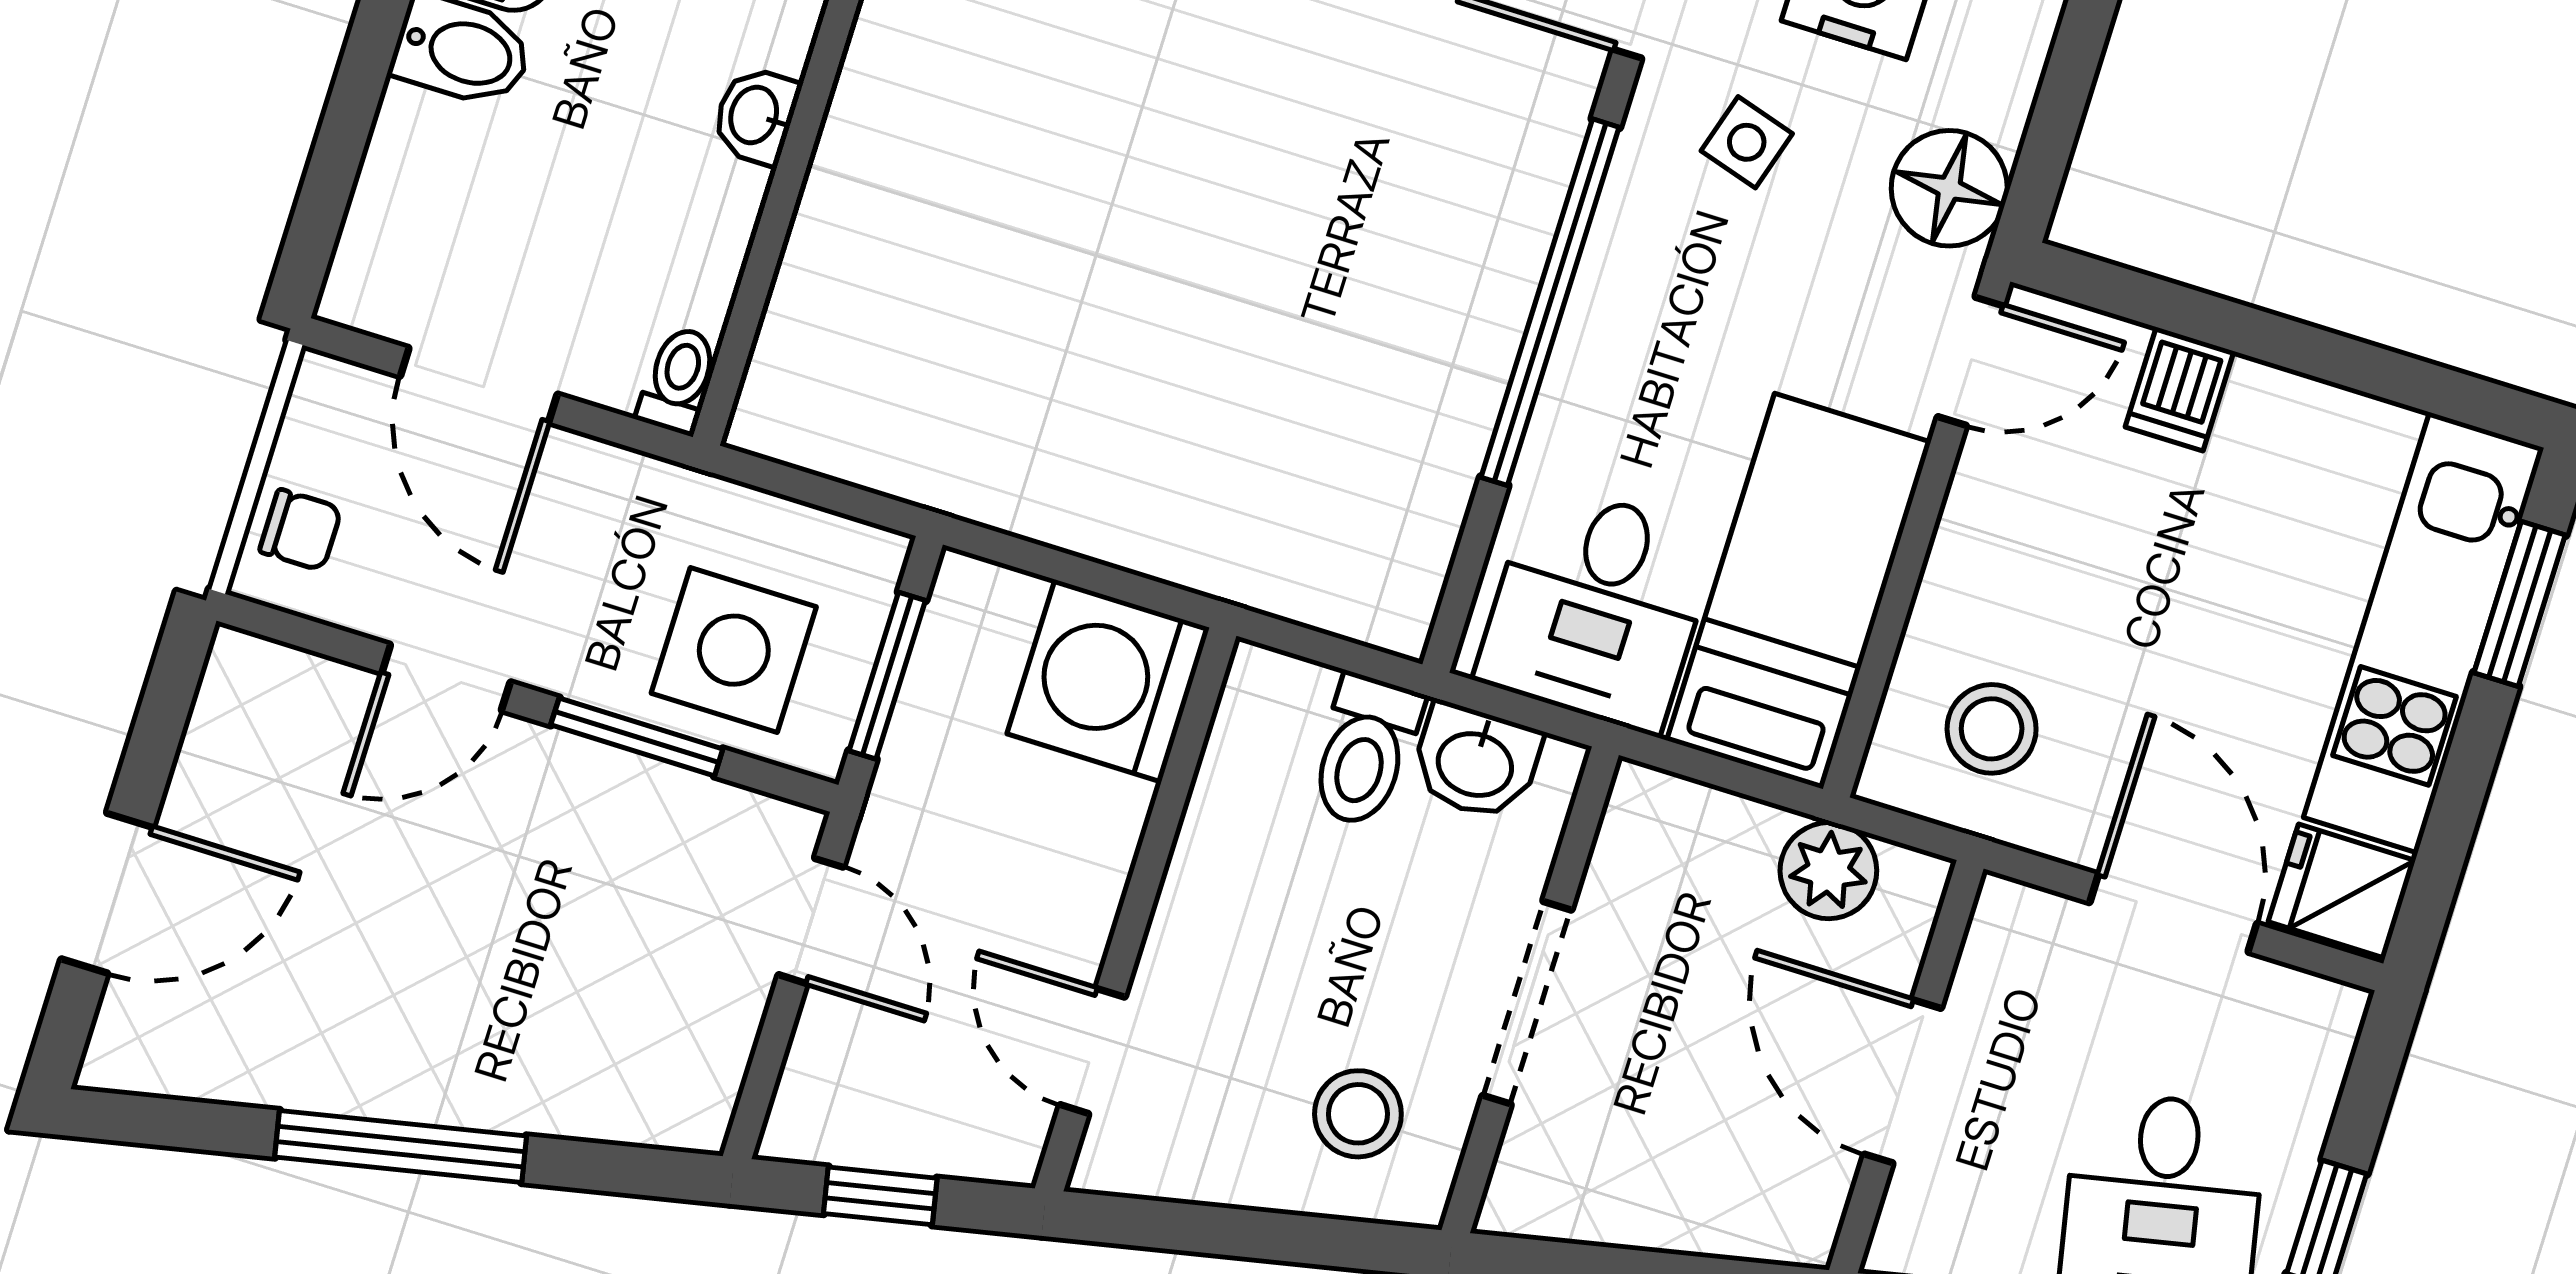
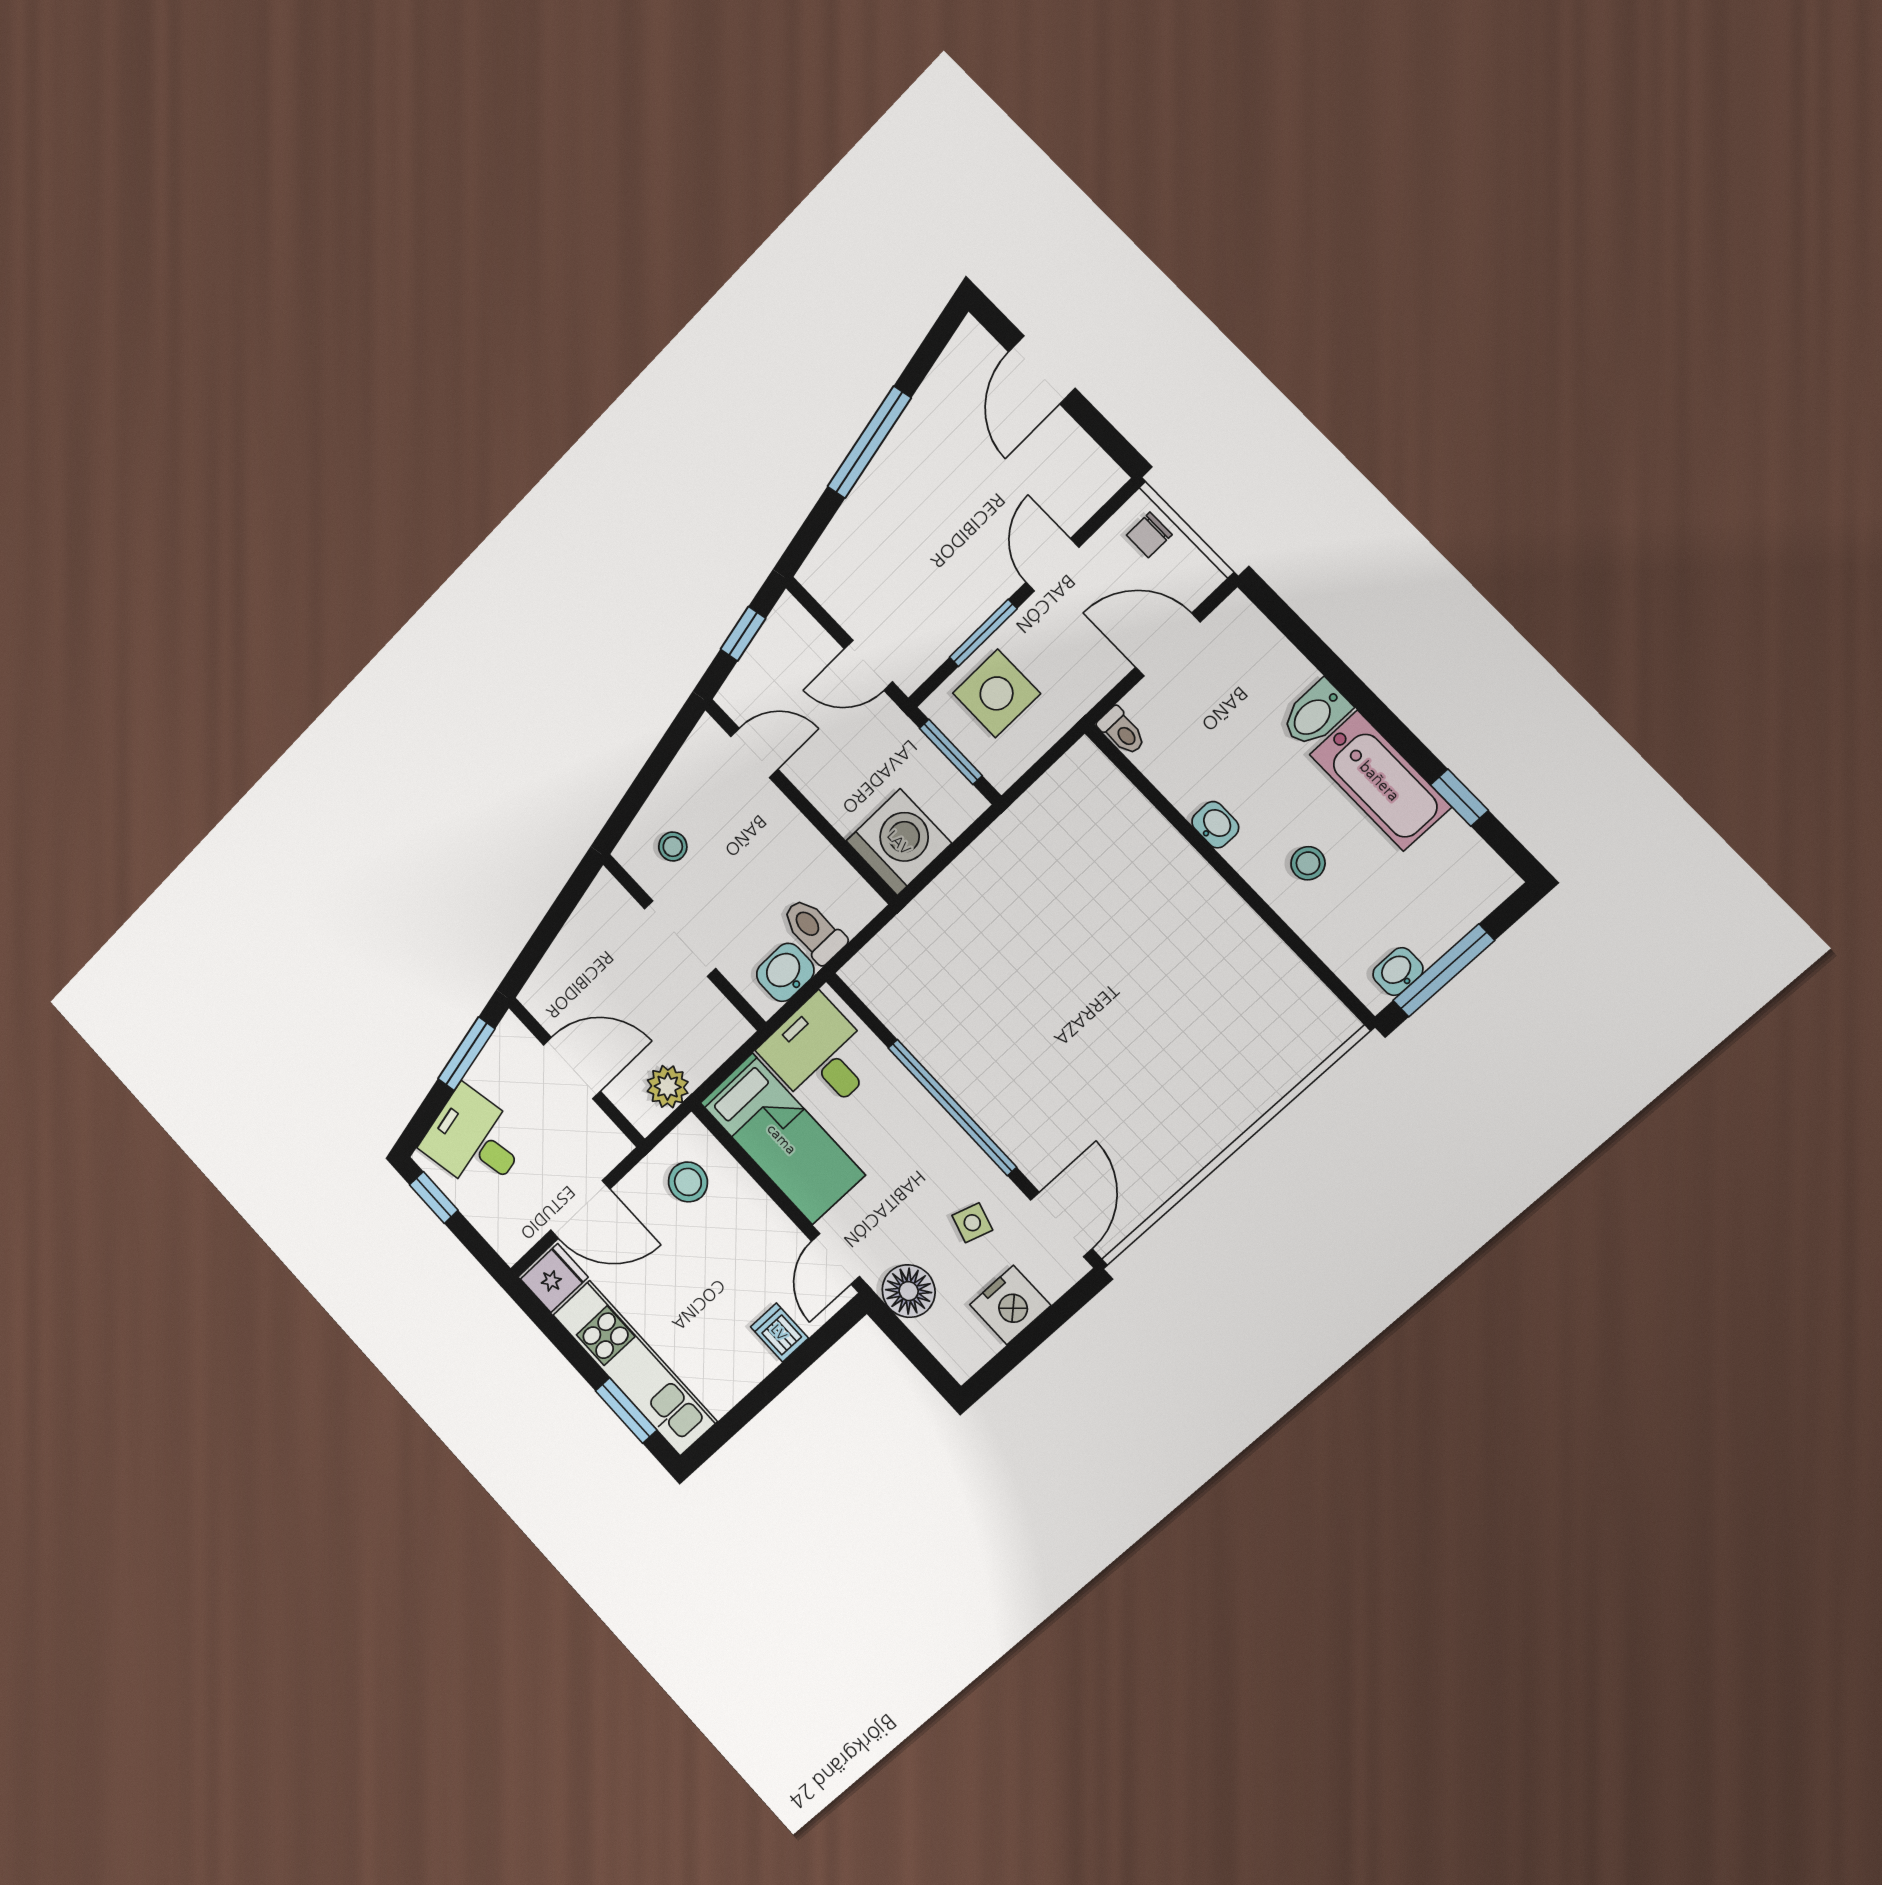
stool: (1358, 1114) -> (673, 847), width x0.73, depth x0.73

